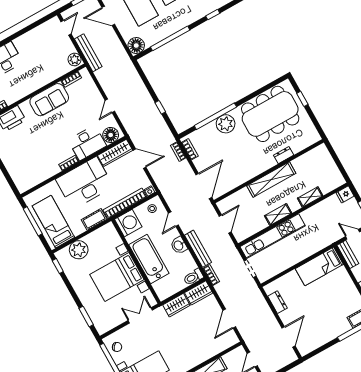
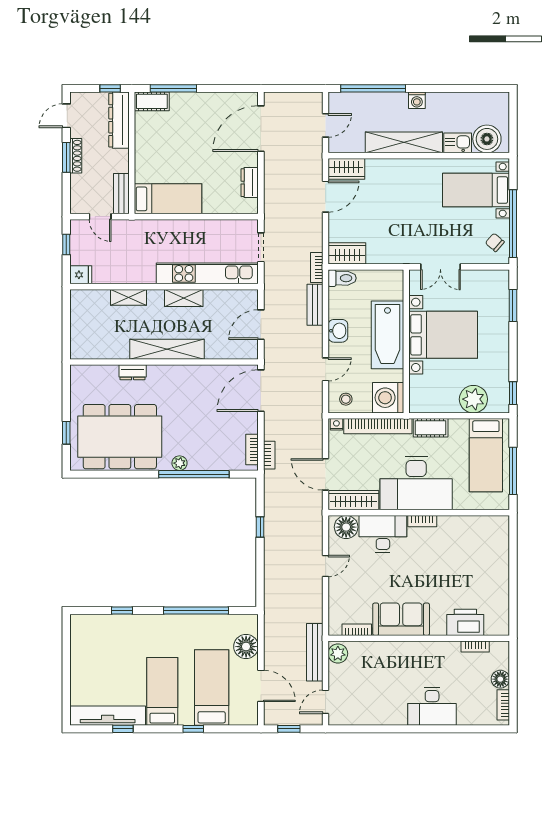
floor lamp: (136, 46) -> (246, 647), moved
plant: (226, 124) -> (180, 463), width x0.53, depth x0.53
bench: (198, 249) -> (315, 305), width x0.73
wardrobe: (176, 305) -> (346, 169), moved, turned 180
door: (288, 337) -> (261, 129), width x1.36

